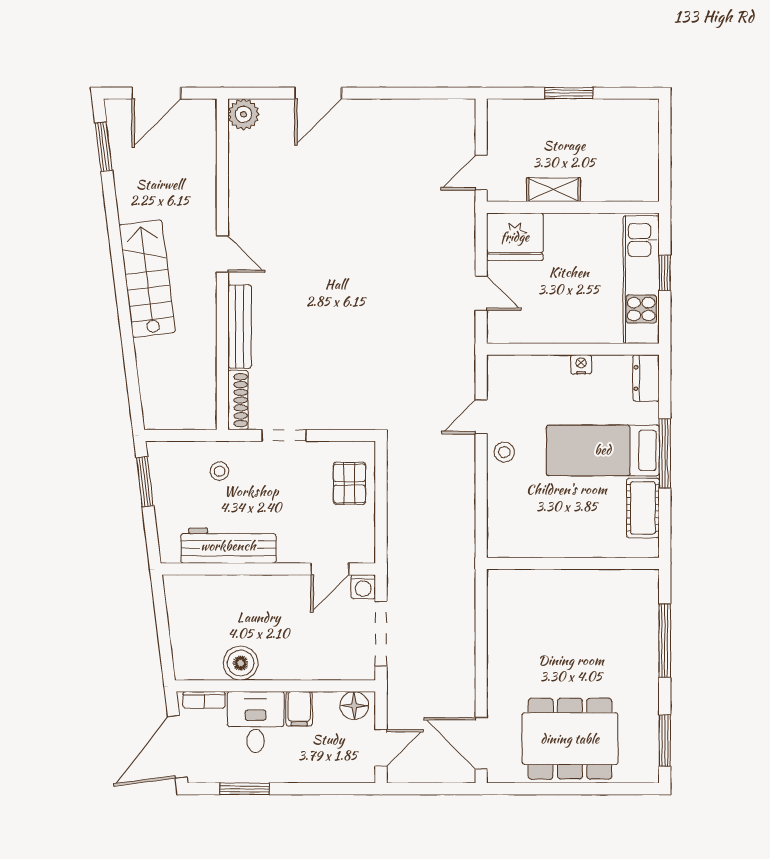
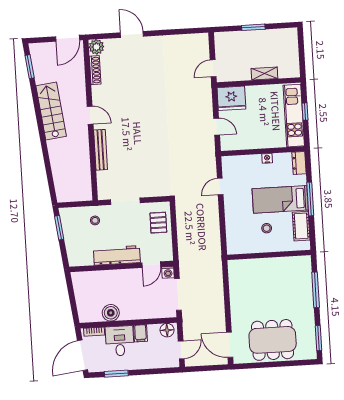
door: (156, 93) -> (68, 38), moved
door: (318, 93) -> (132, 34), swing flipped
shelving: (553, 190) -> (264, 74), moved
stairs: (147, 279) -> (51, 111), moved
shoe rack: (238, 400) -> (95, 70), moved
doorway: (284, 435) -> (125, 201), width x1.38
stool: (504, 452) -> (267, 228), moved
workbench: (228, 546) -> (117, 255), moved

